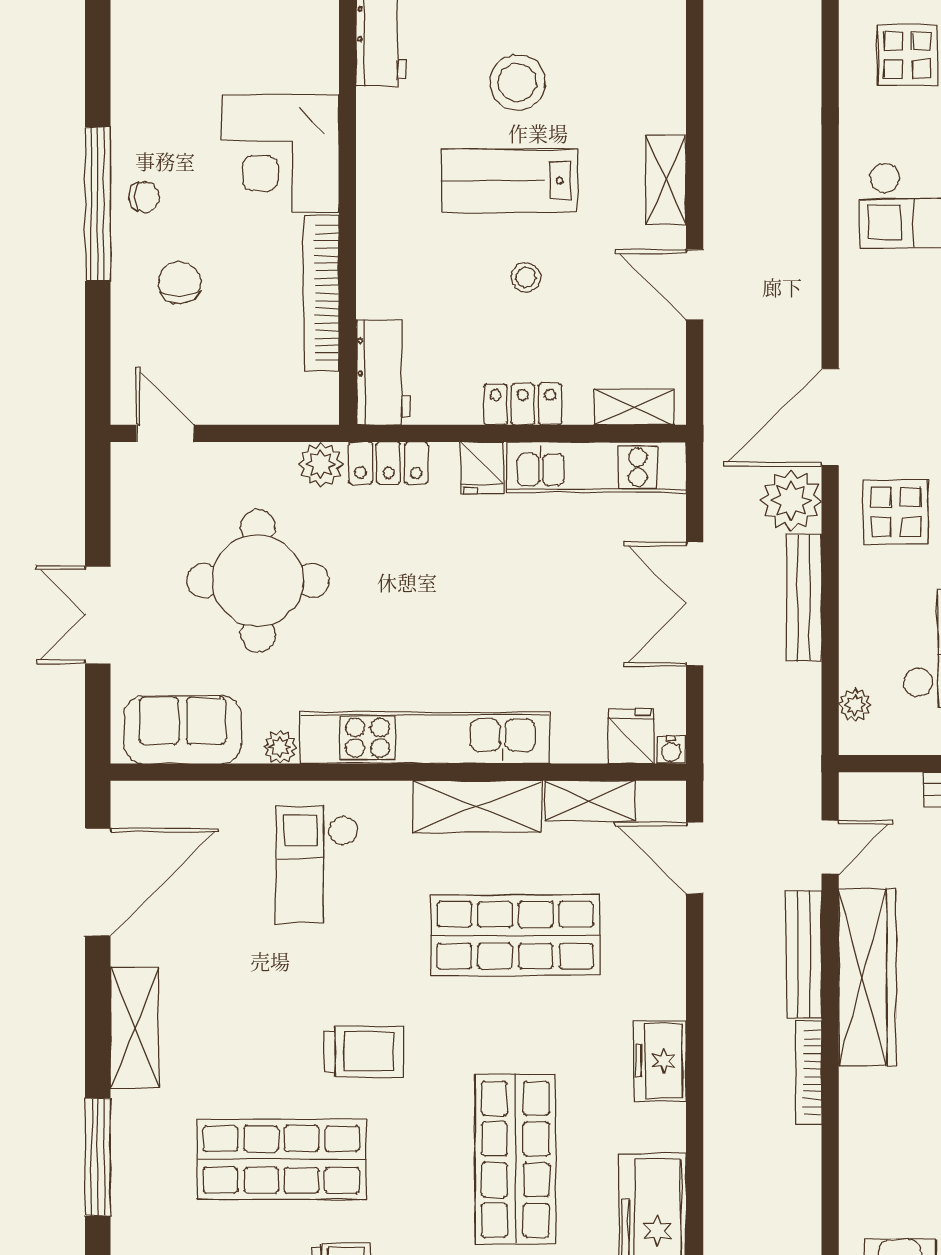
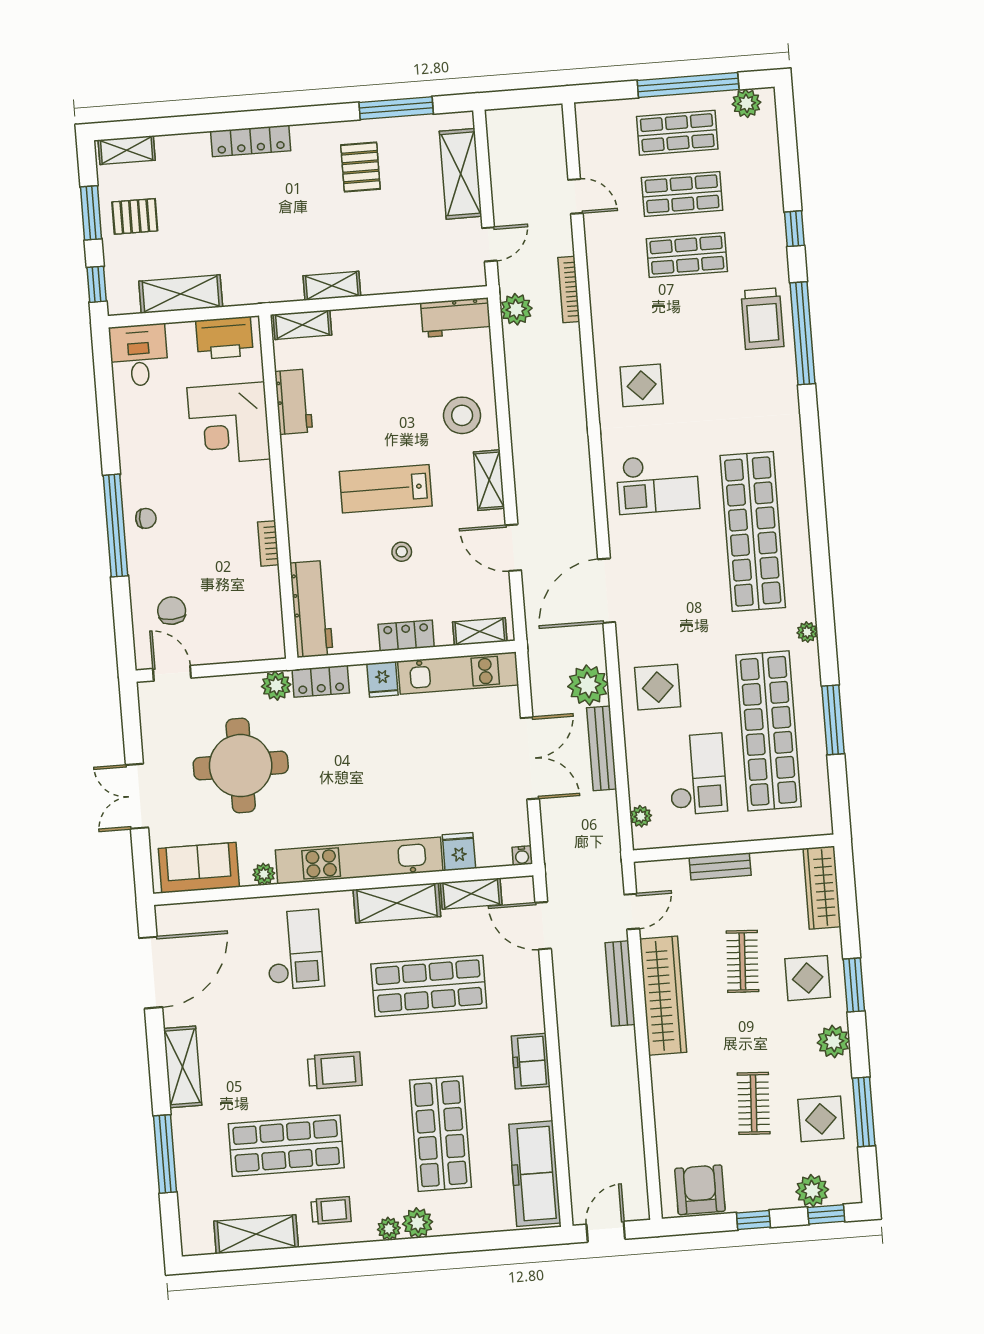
stool: (517, 82) -> (462, 415), moved
corner desk: (280, 153) -> (229, 423), moved
chair: (179, 283) -> (172, 611), moved
bookcase: (321, 293) -> (268, 543), width x0.43, depth x0.76
workbench: (383, 373) -> (311, 609), width x1.38
door: (830, 417) -> (607, 591), moved
double door: (695, 604) -> (530, 758), swing flipped
fridge: (631, 736) -> (459, 852), moved
checkout: (317, 864) -> (294, 950), turned 180
bookcase: (809, 1073) -> (629, 1061), removed

